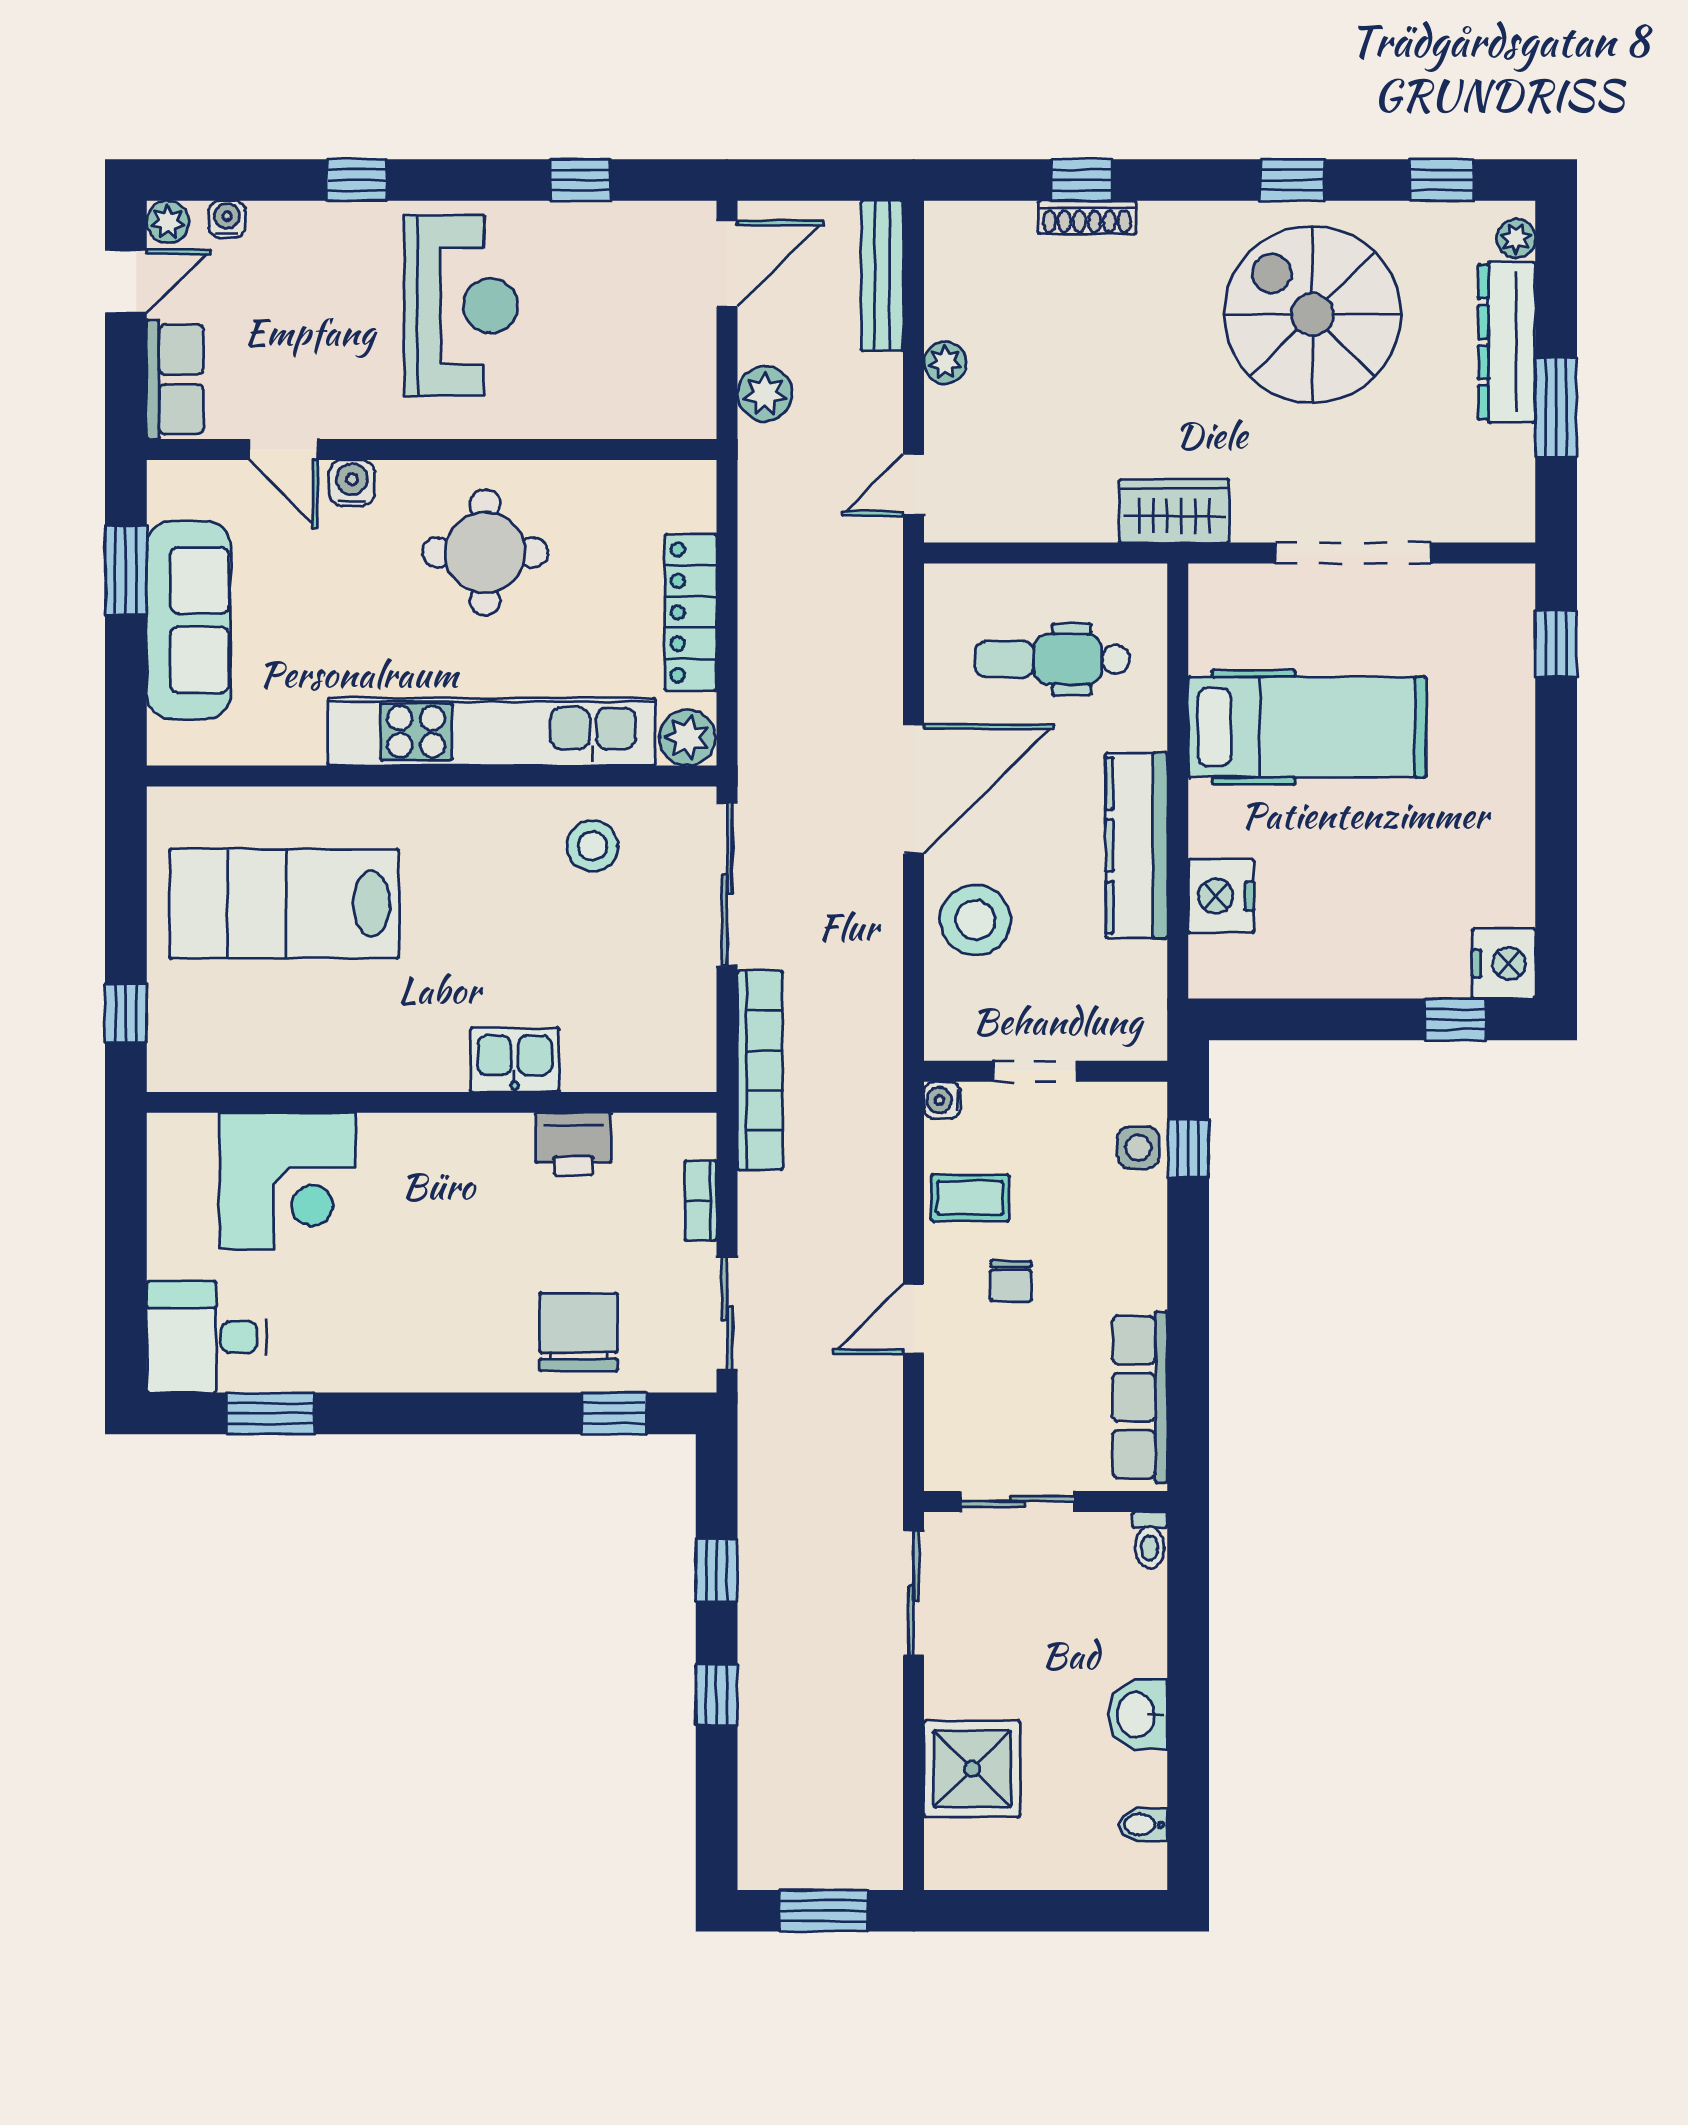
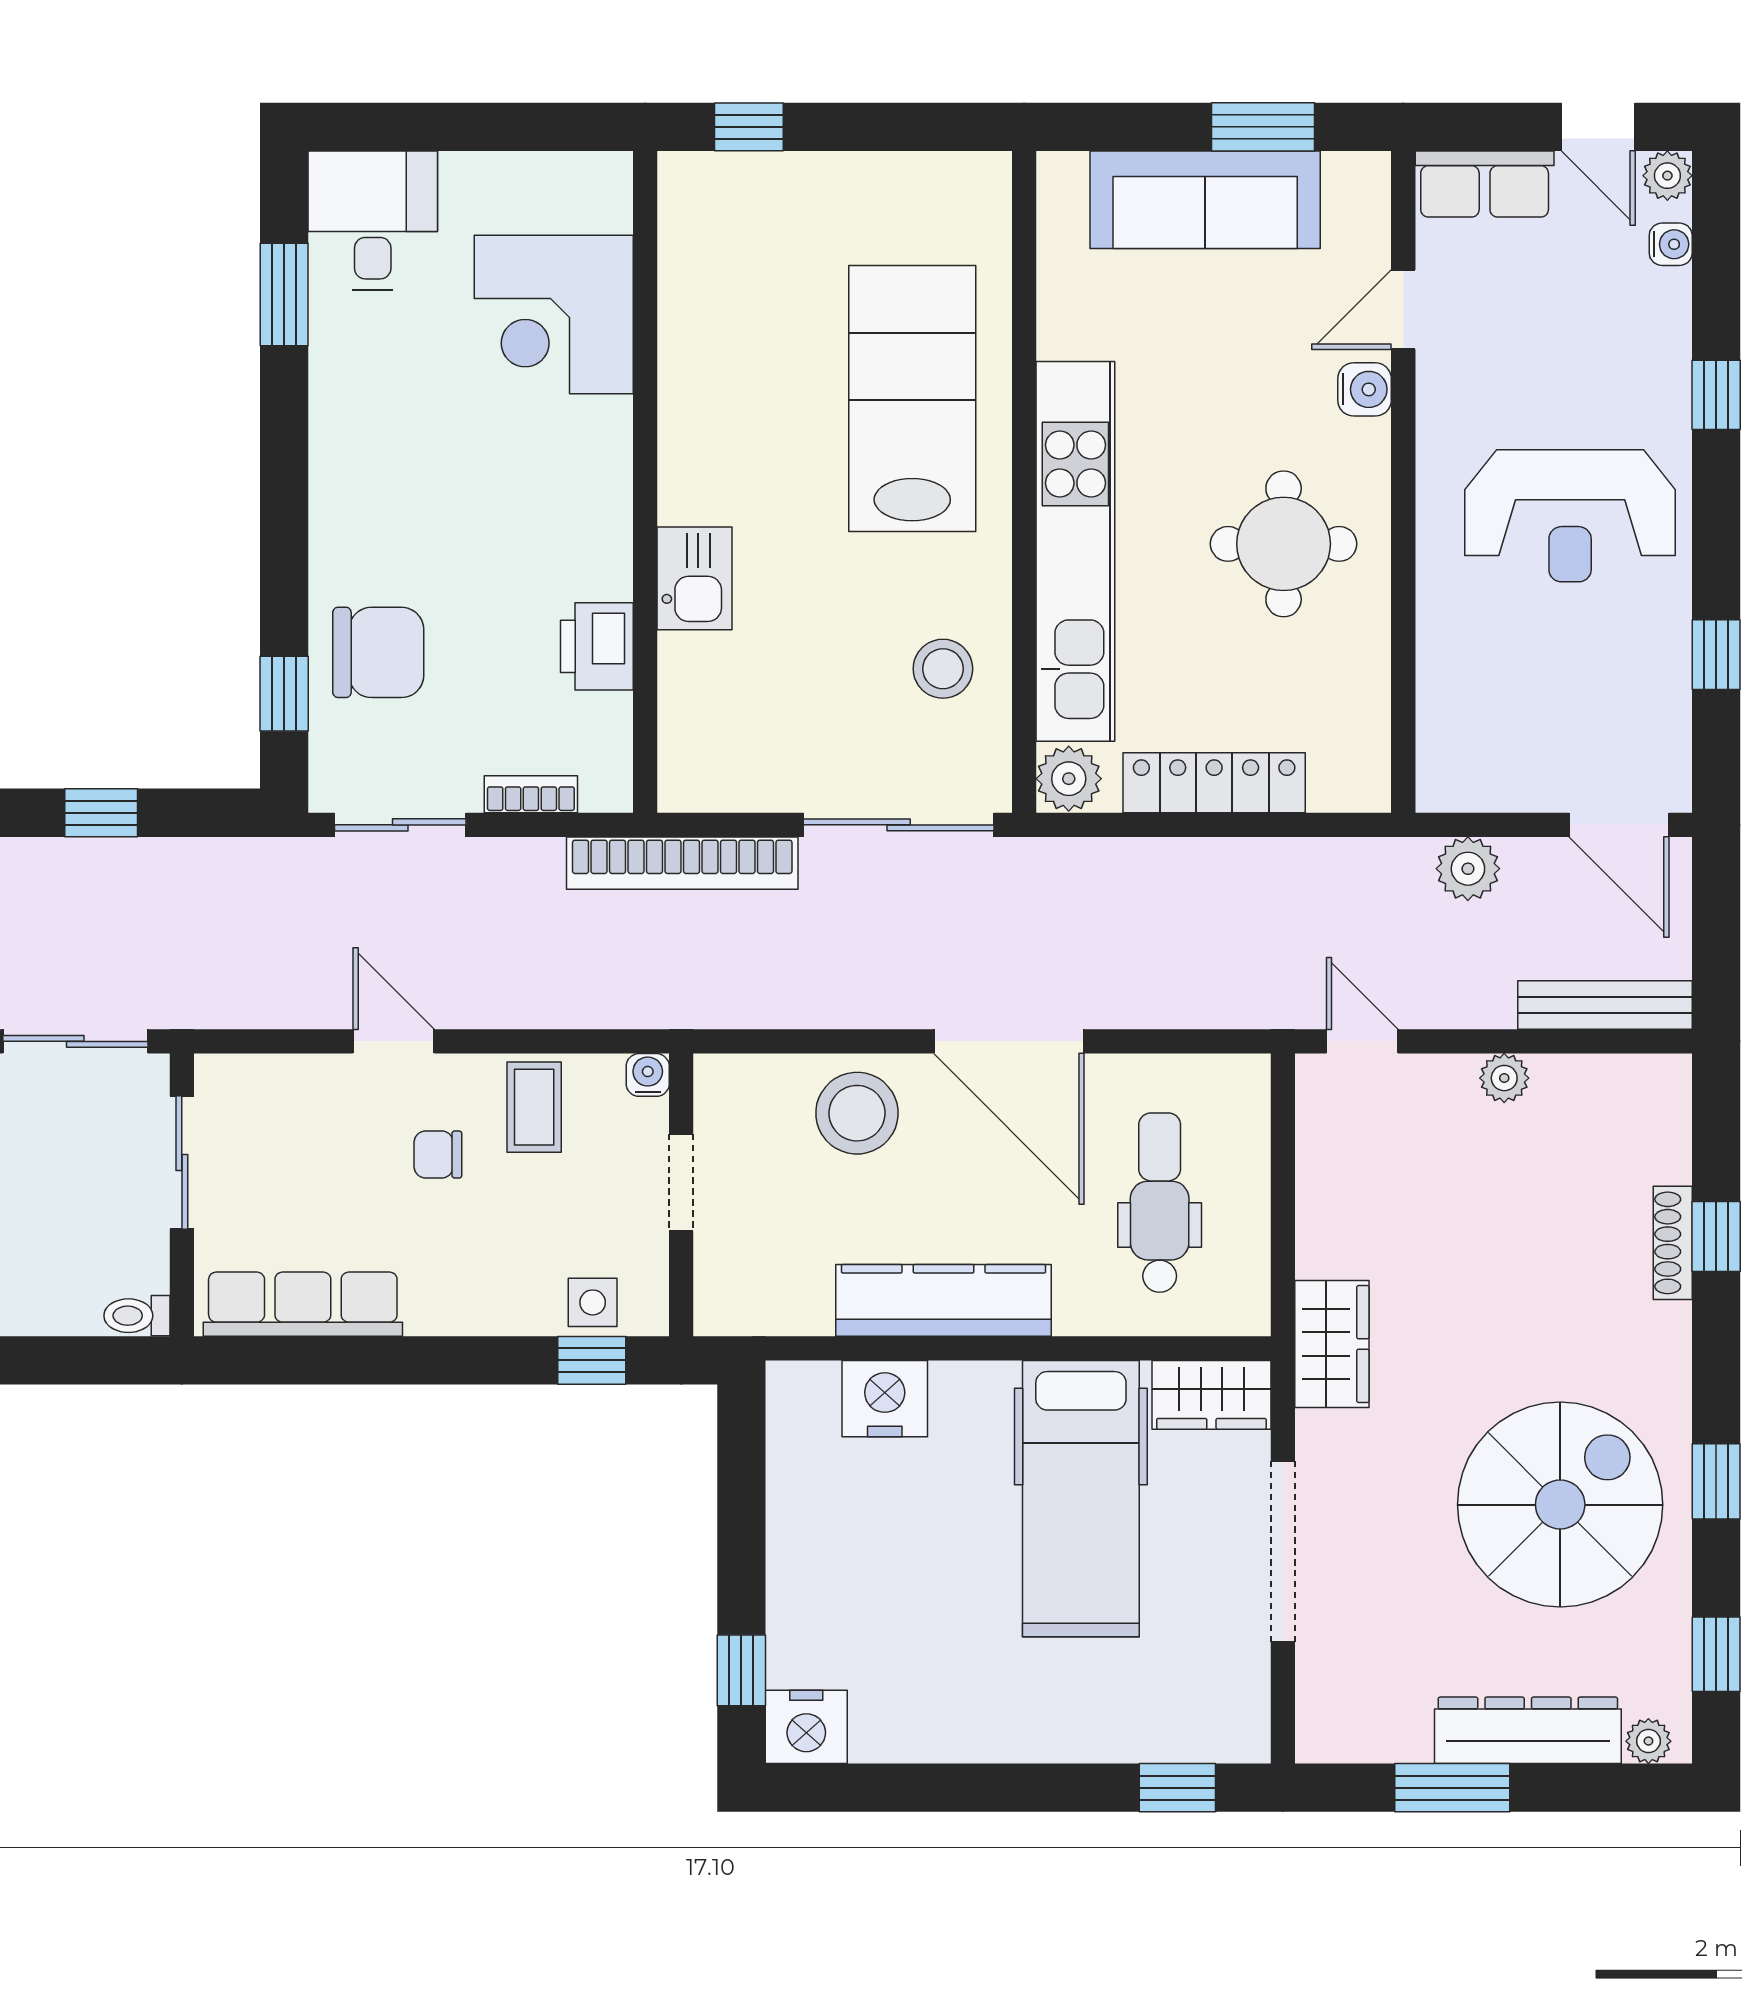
wardrobe: (1218, 615) -> (1211, 1395), added
lab bench: (284, 904) -> (912, 398), moved

